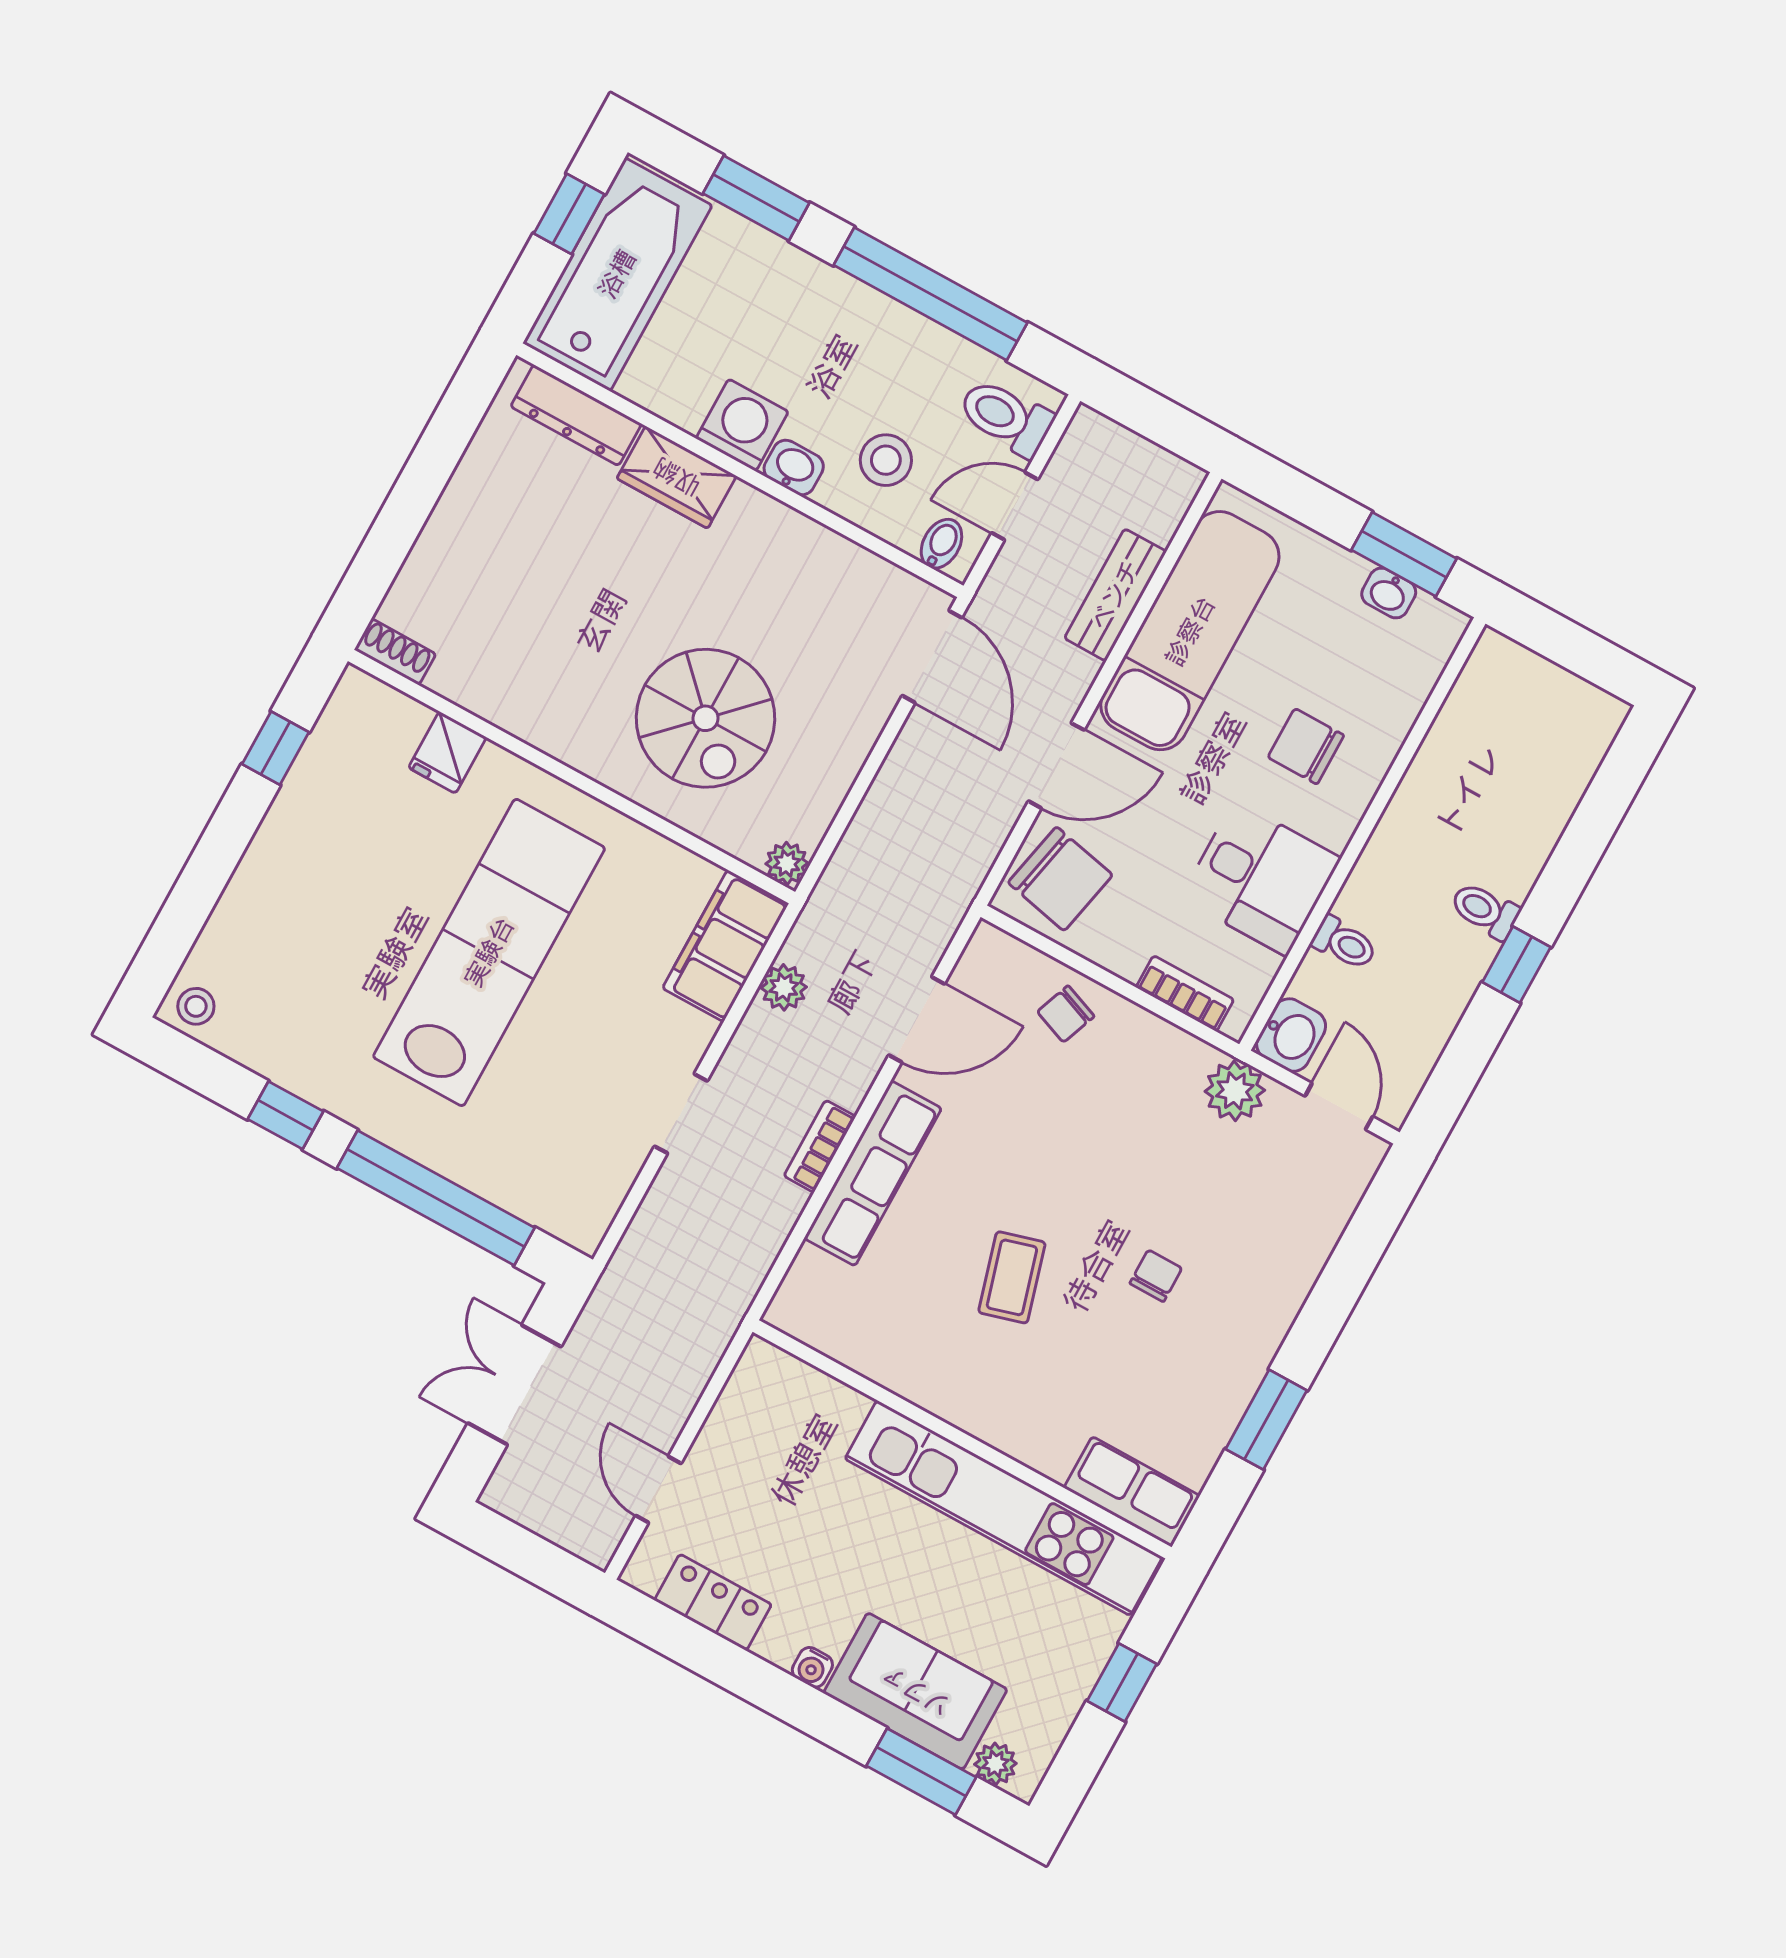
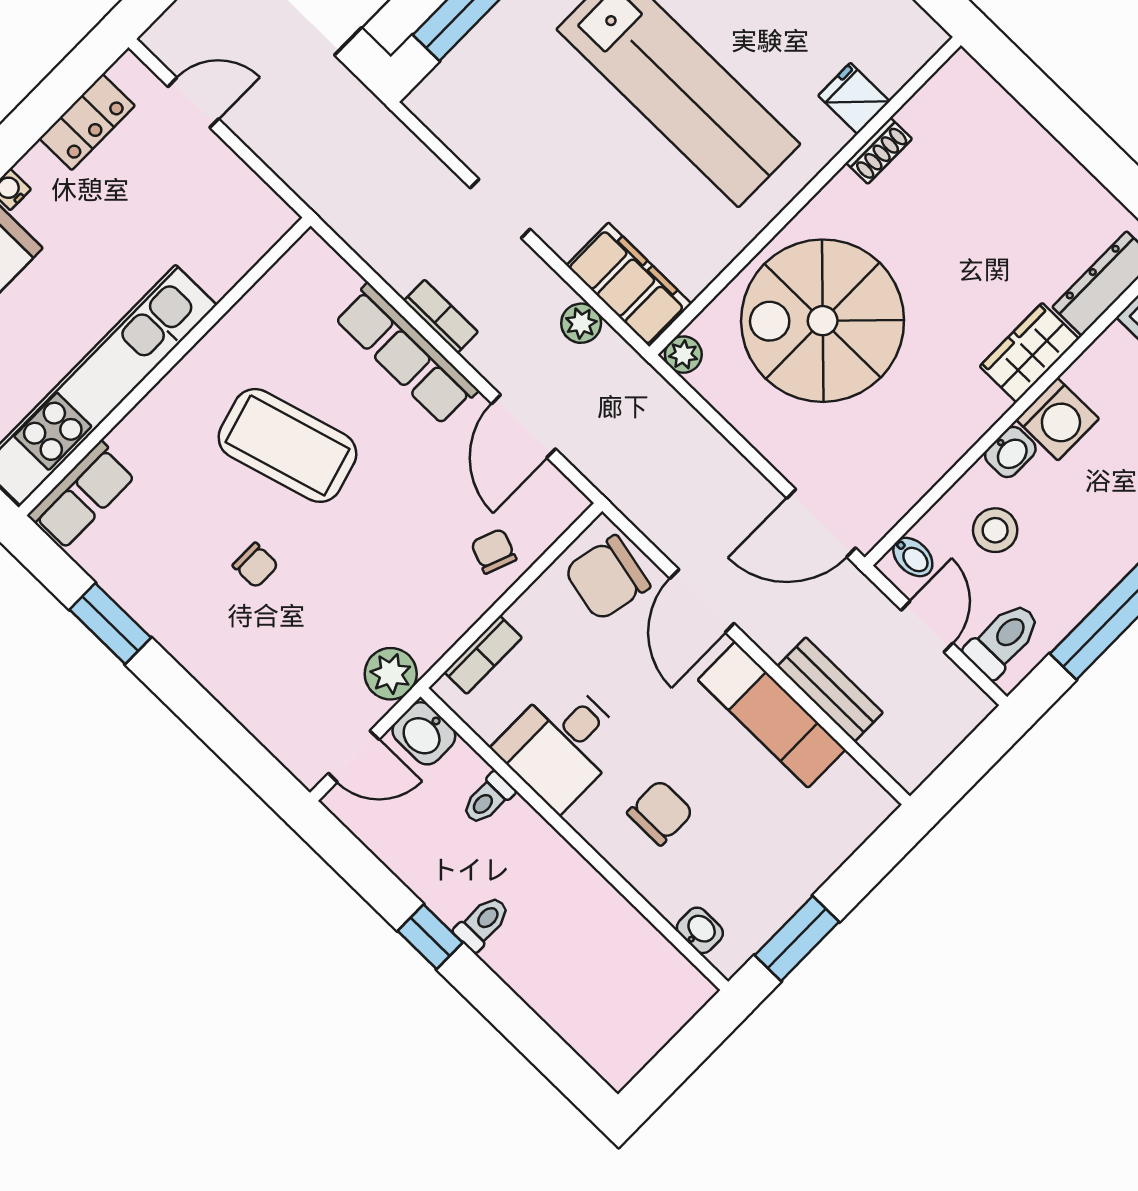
washbasin: (1389, 593) -> (700, 930), moved, turned 90
exam couch: (1190, 631) -> (772, 715), width x0.73, depth x0.69
shoe rack: (395, 652) -> (879, 151), moved
spiral stairs: (706, 718) -> (823, 321), width x1.37, depth x1.37
coffee table: (1012, 1277) -> (287, 445), width x1.86, depth x1.72

